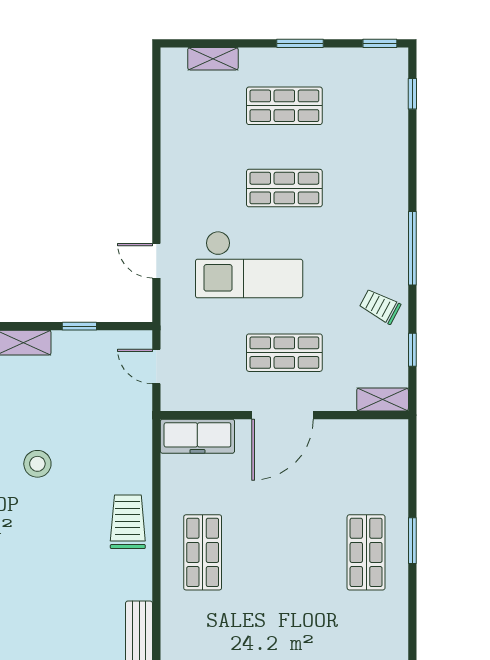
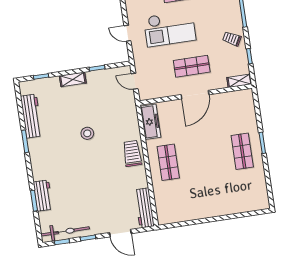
freezer: (197, 436) -> (151, 122), moved, turned -90

